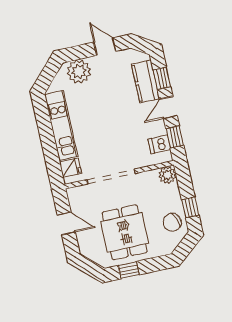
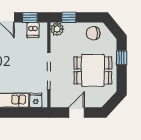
window: (190, 207) -> (69, 17), moved
chair: (172, 222) -> (93, 33), turned 110
window: (129, 270) -> (122, 58), moved

